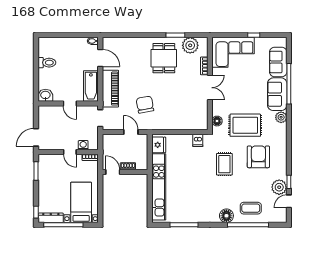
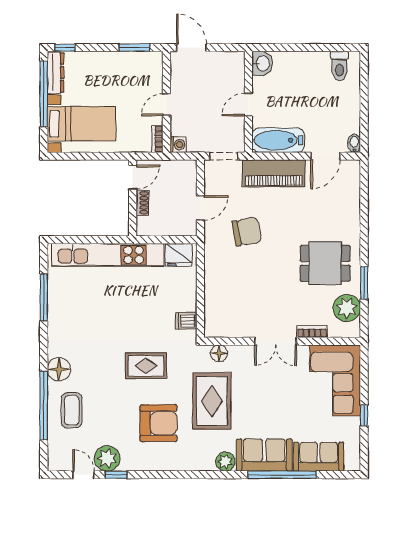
toilet: (47, 63) -> (340, 66), moved
washing machine: (83, 145) -> (178, 145), moved

